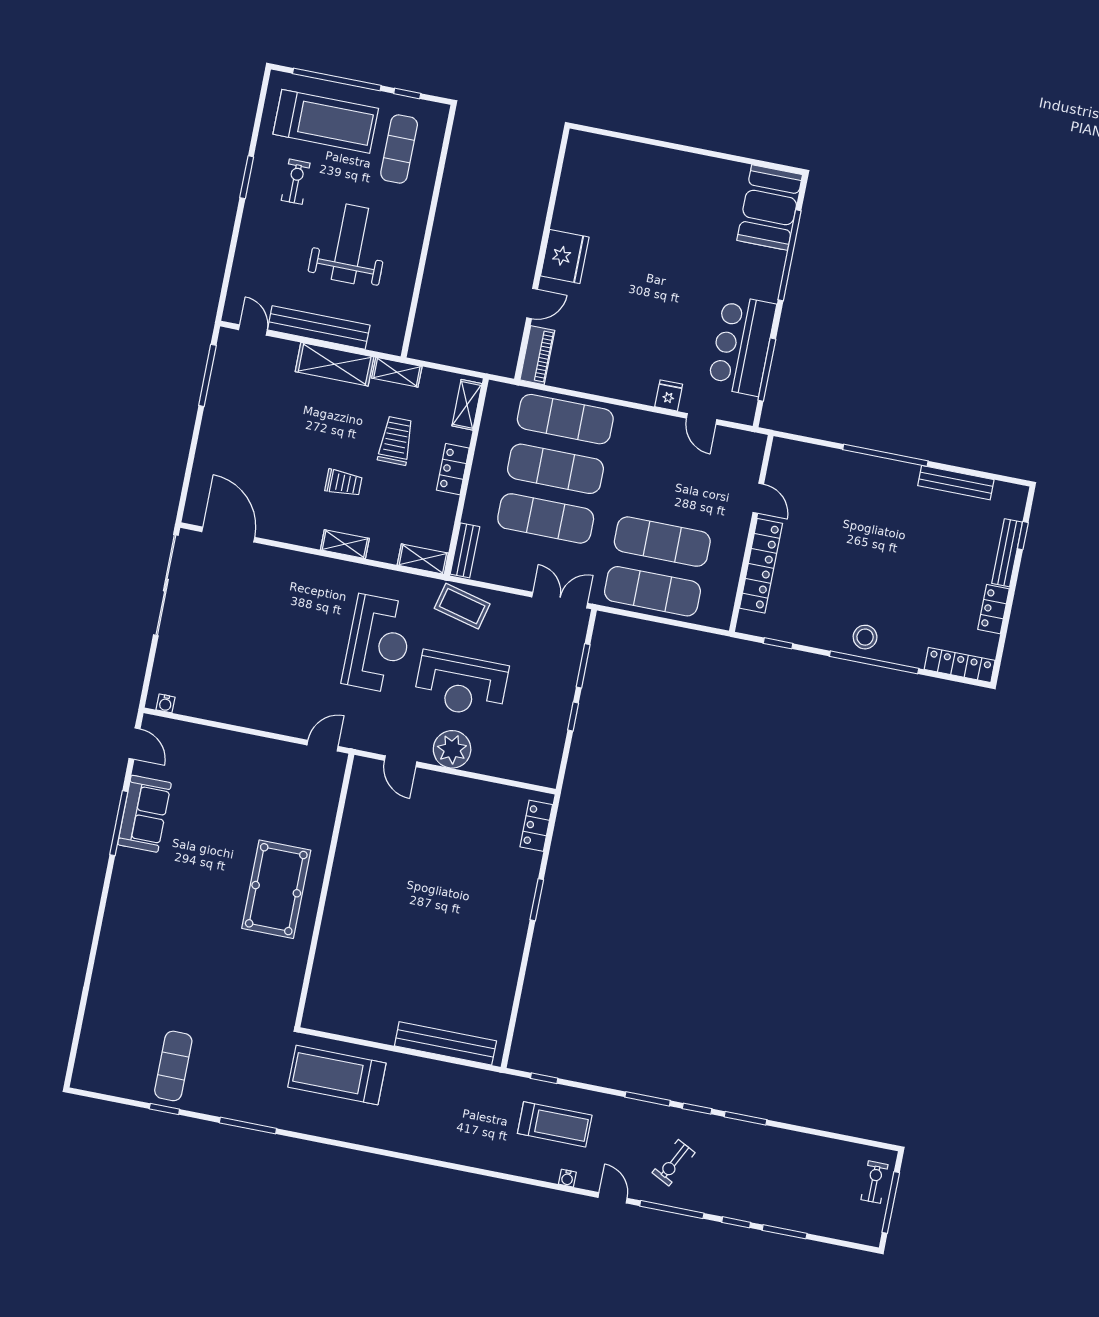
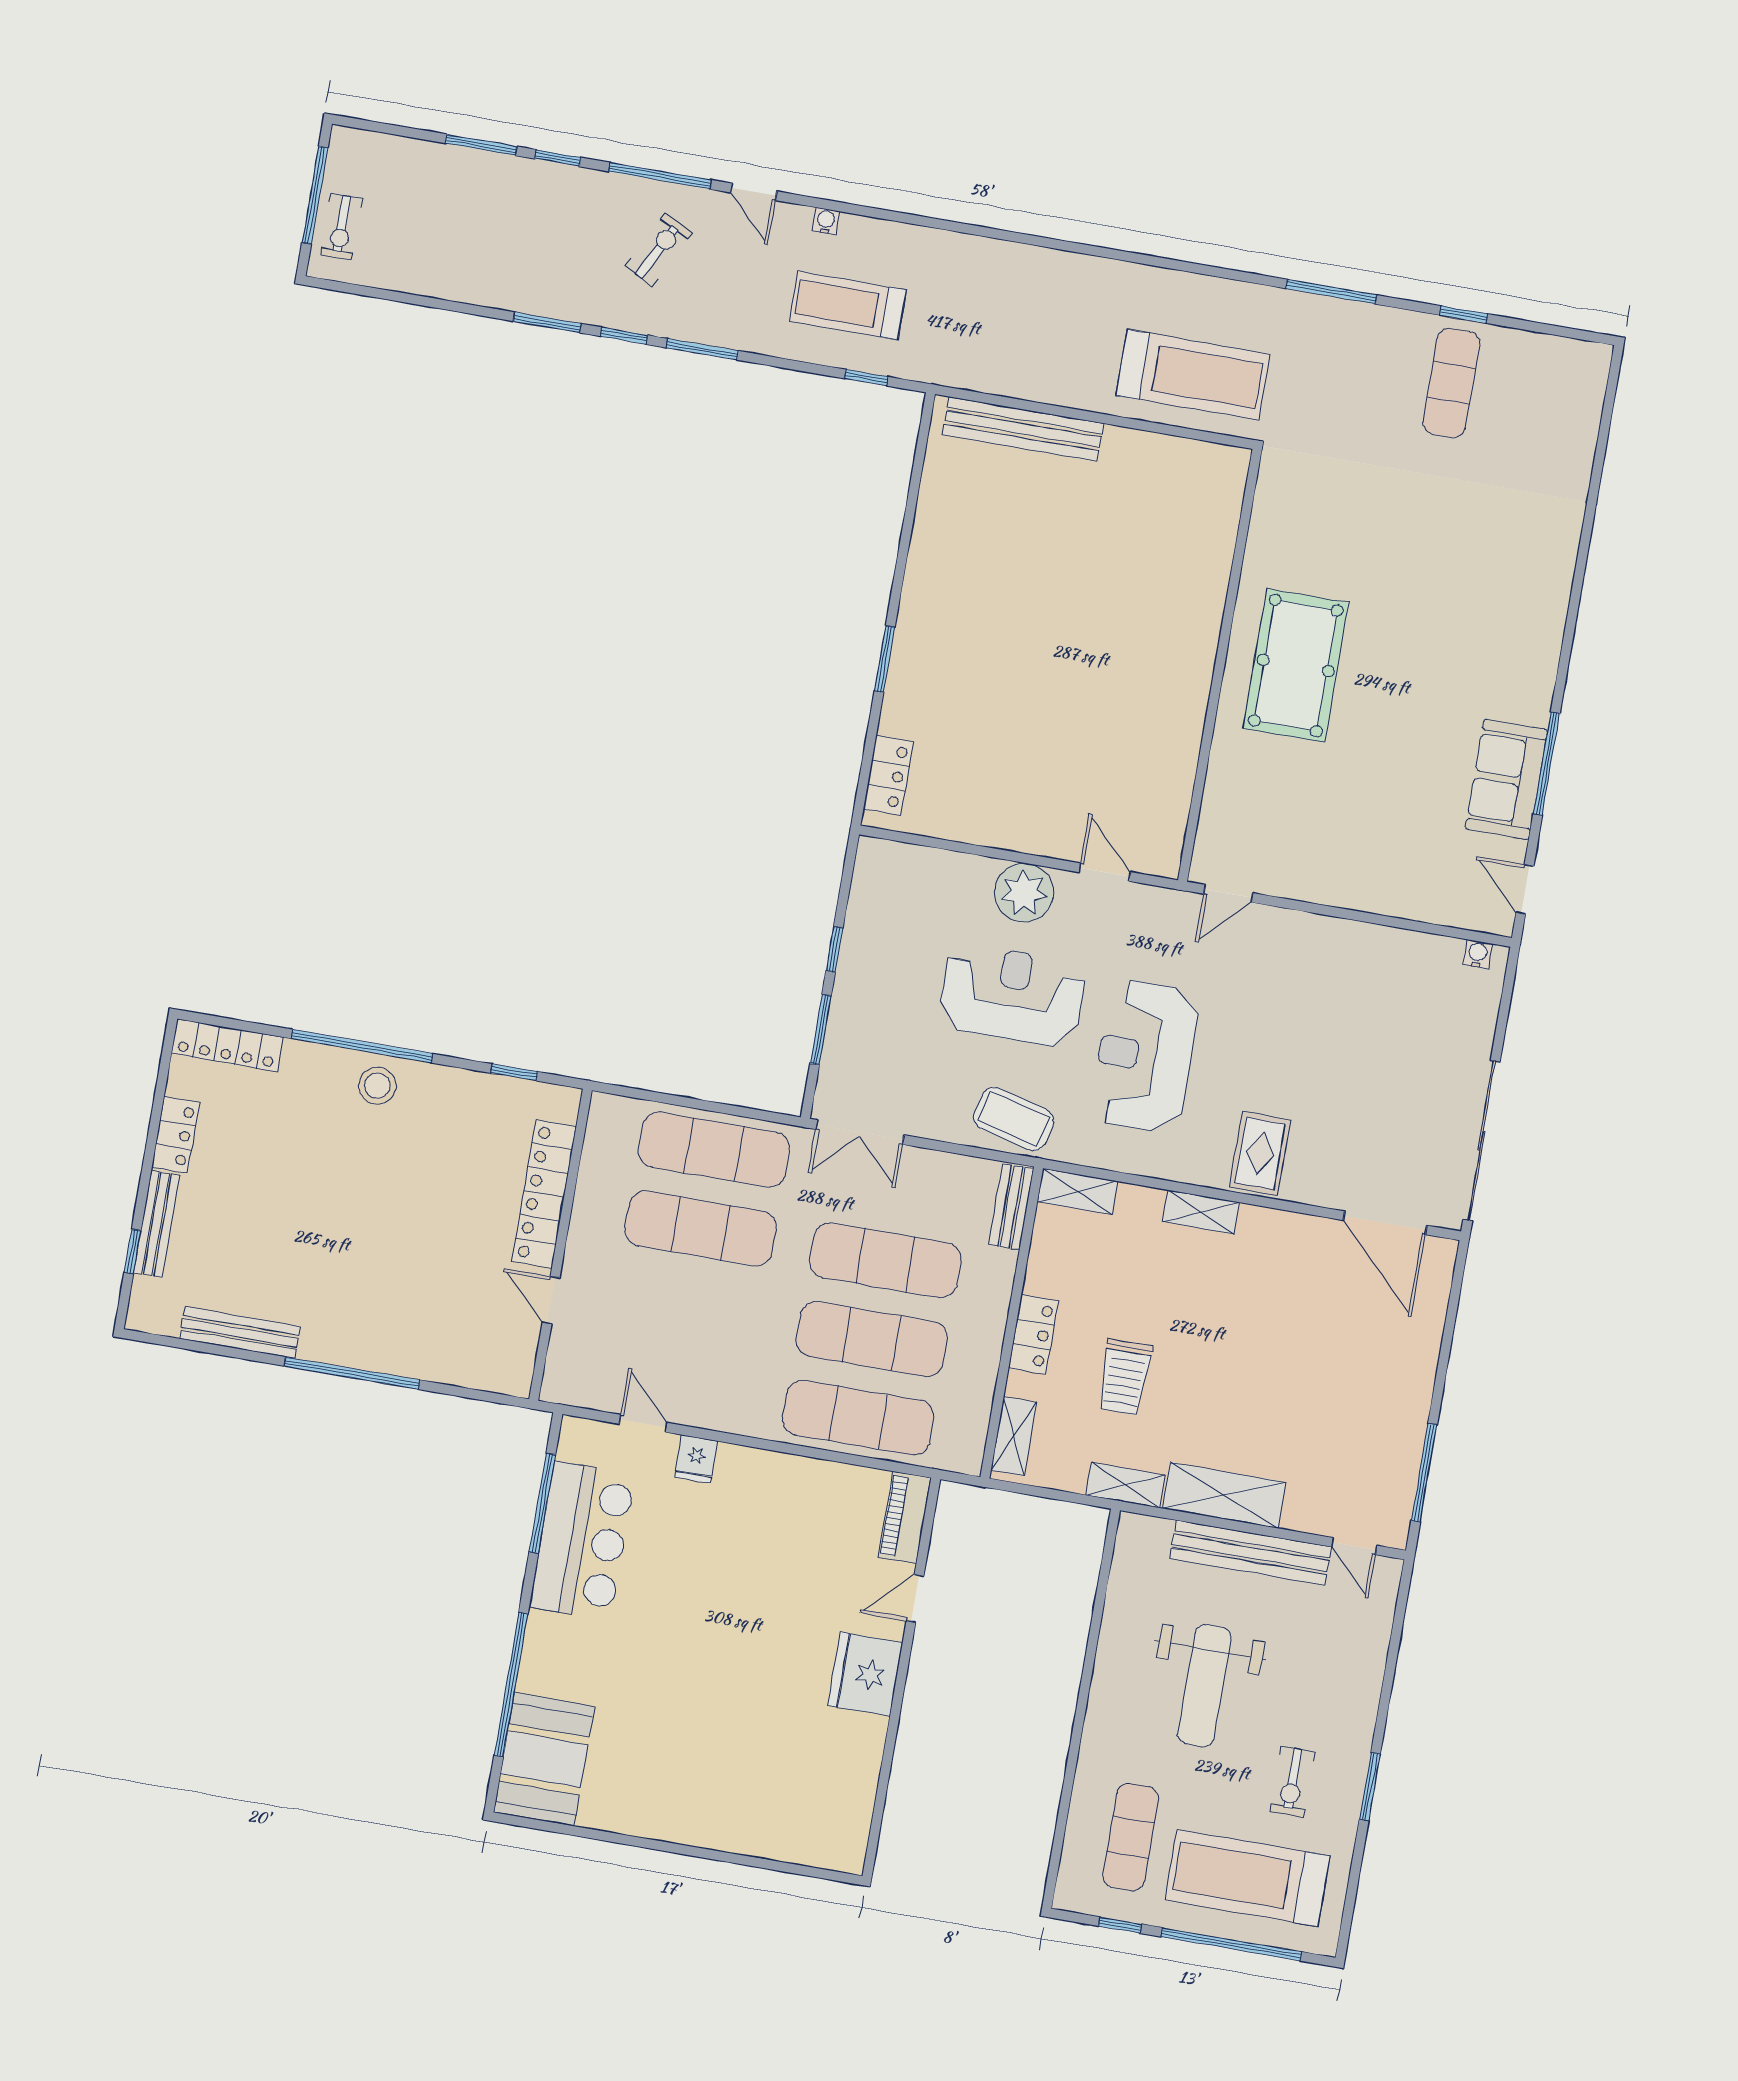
trolley: (344, 483) -> (1205, 1309), removed
rug: (306, 580) -> (1260, 1153), added

